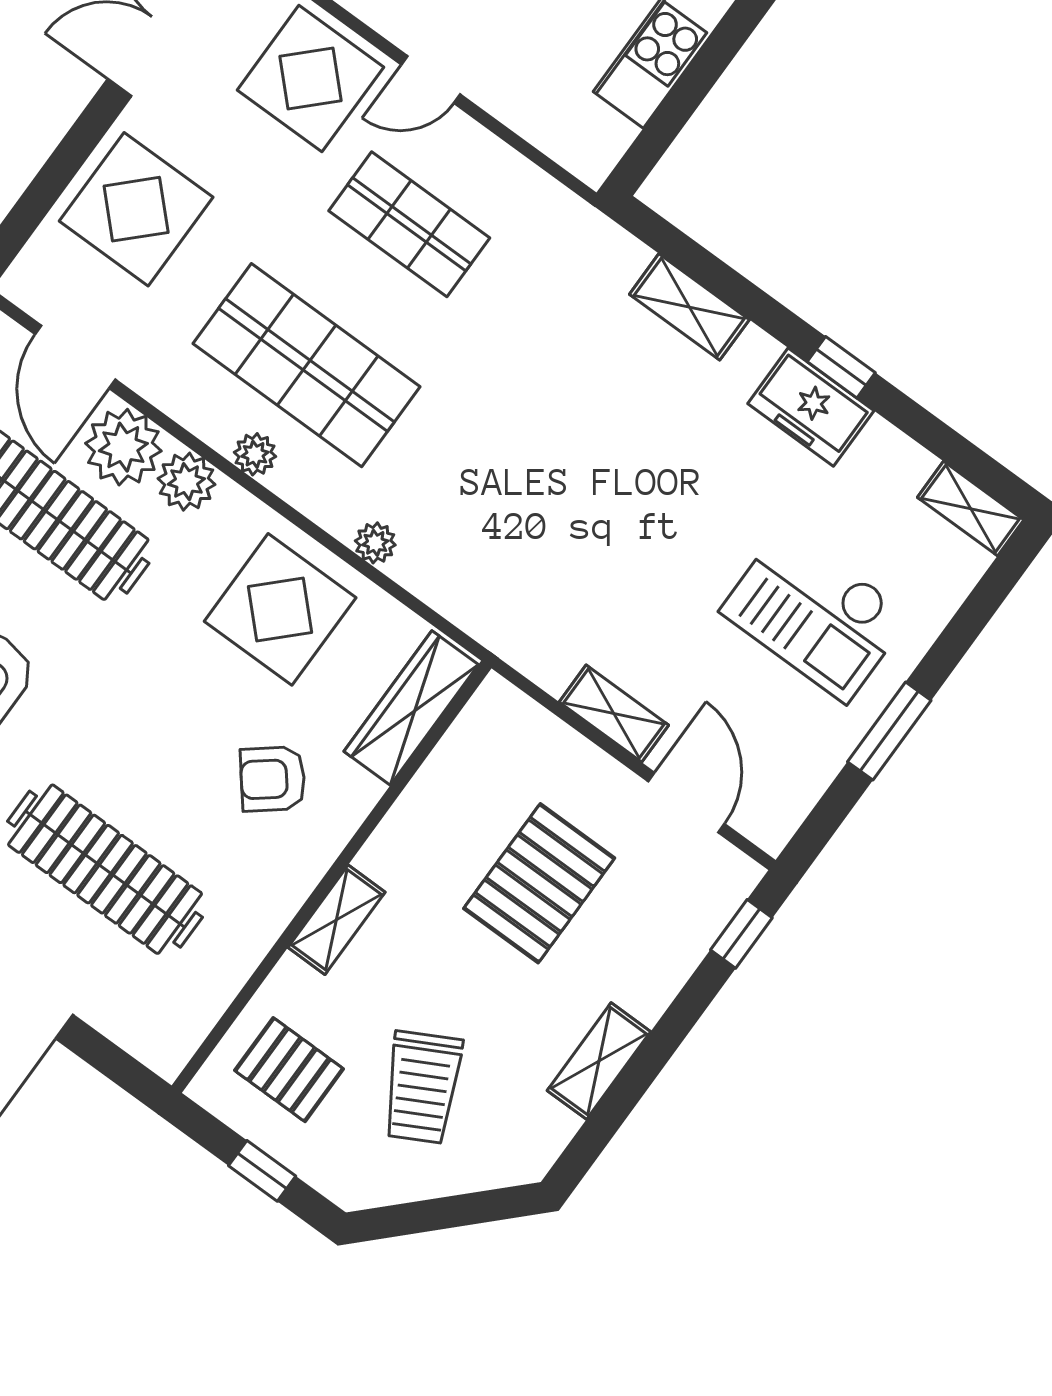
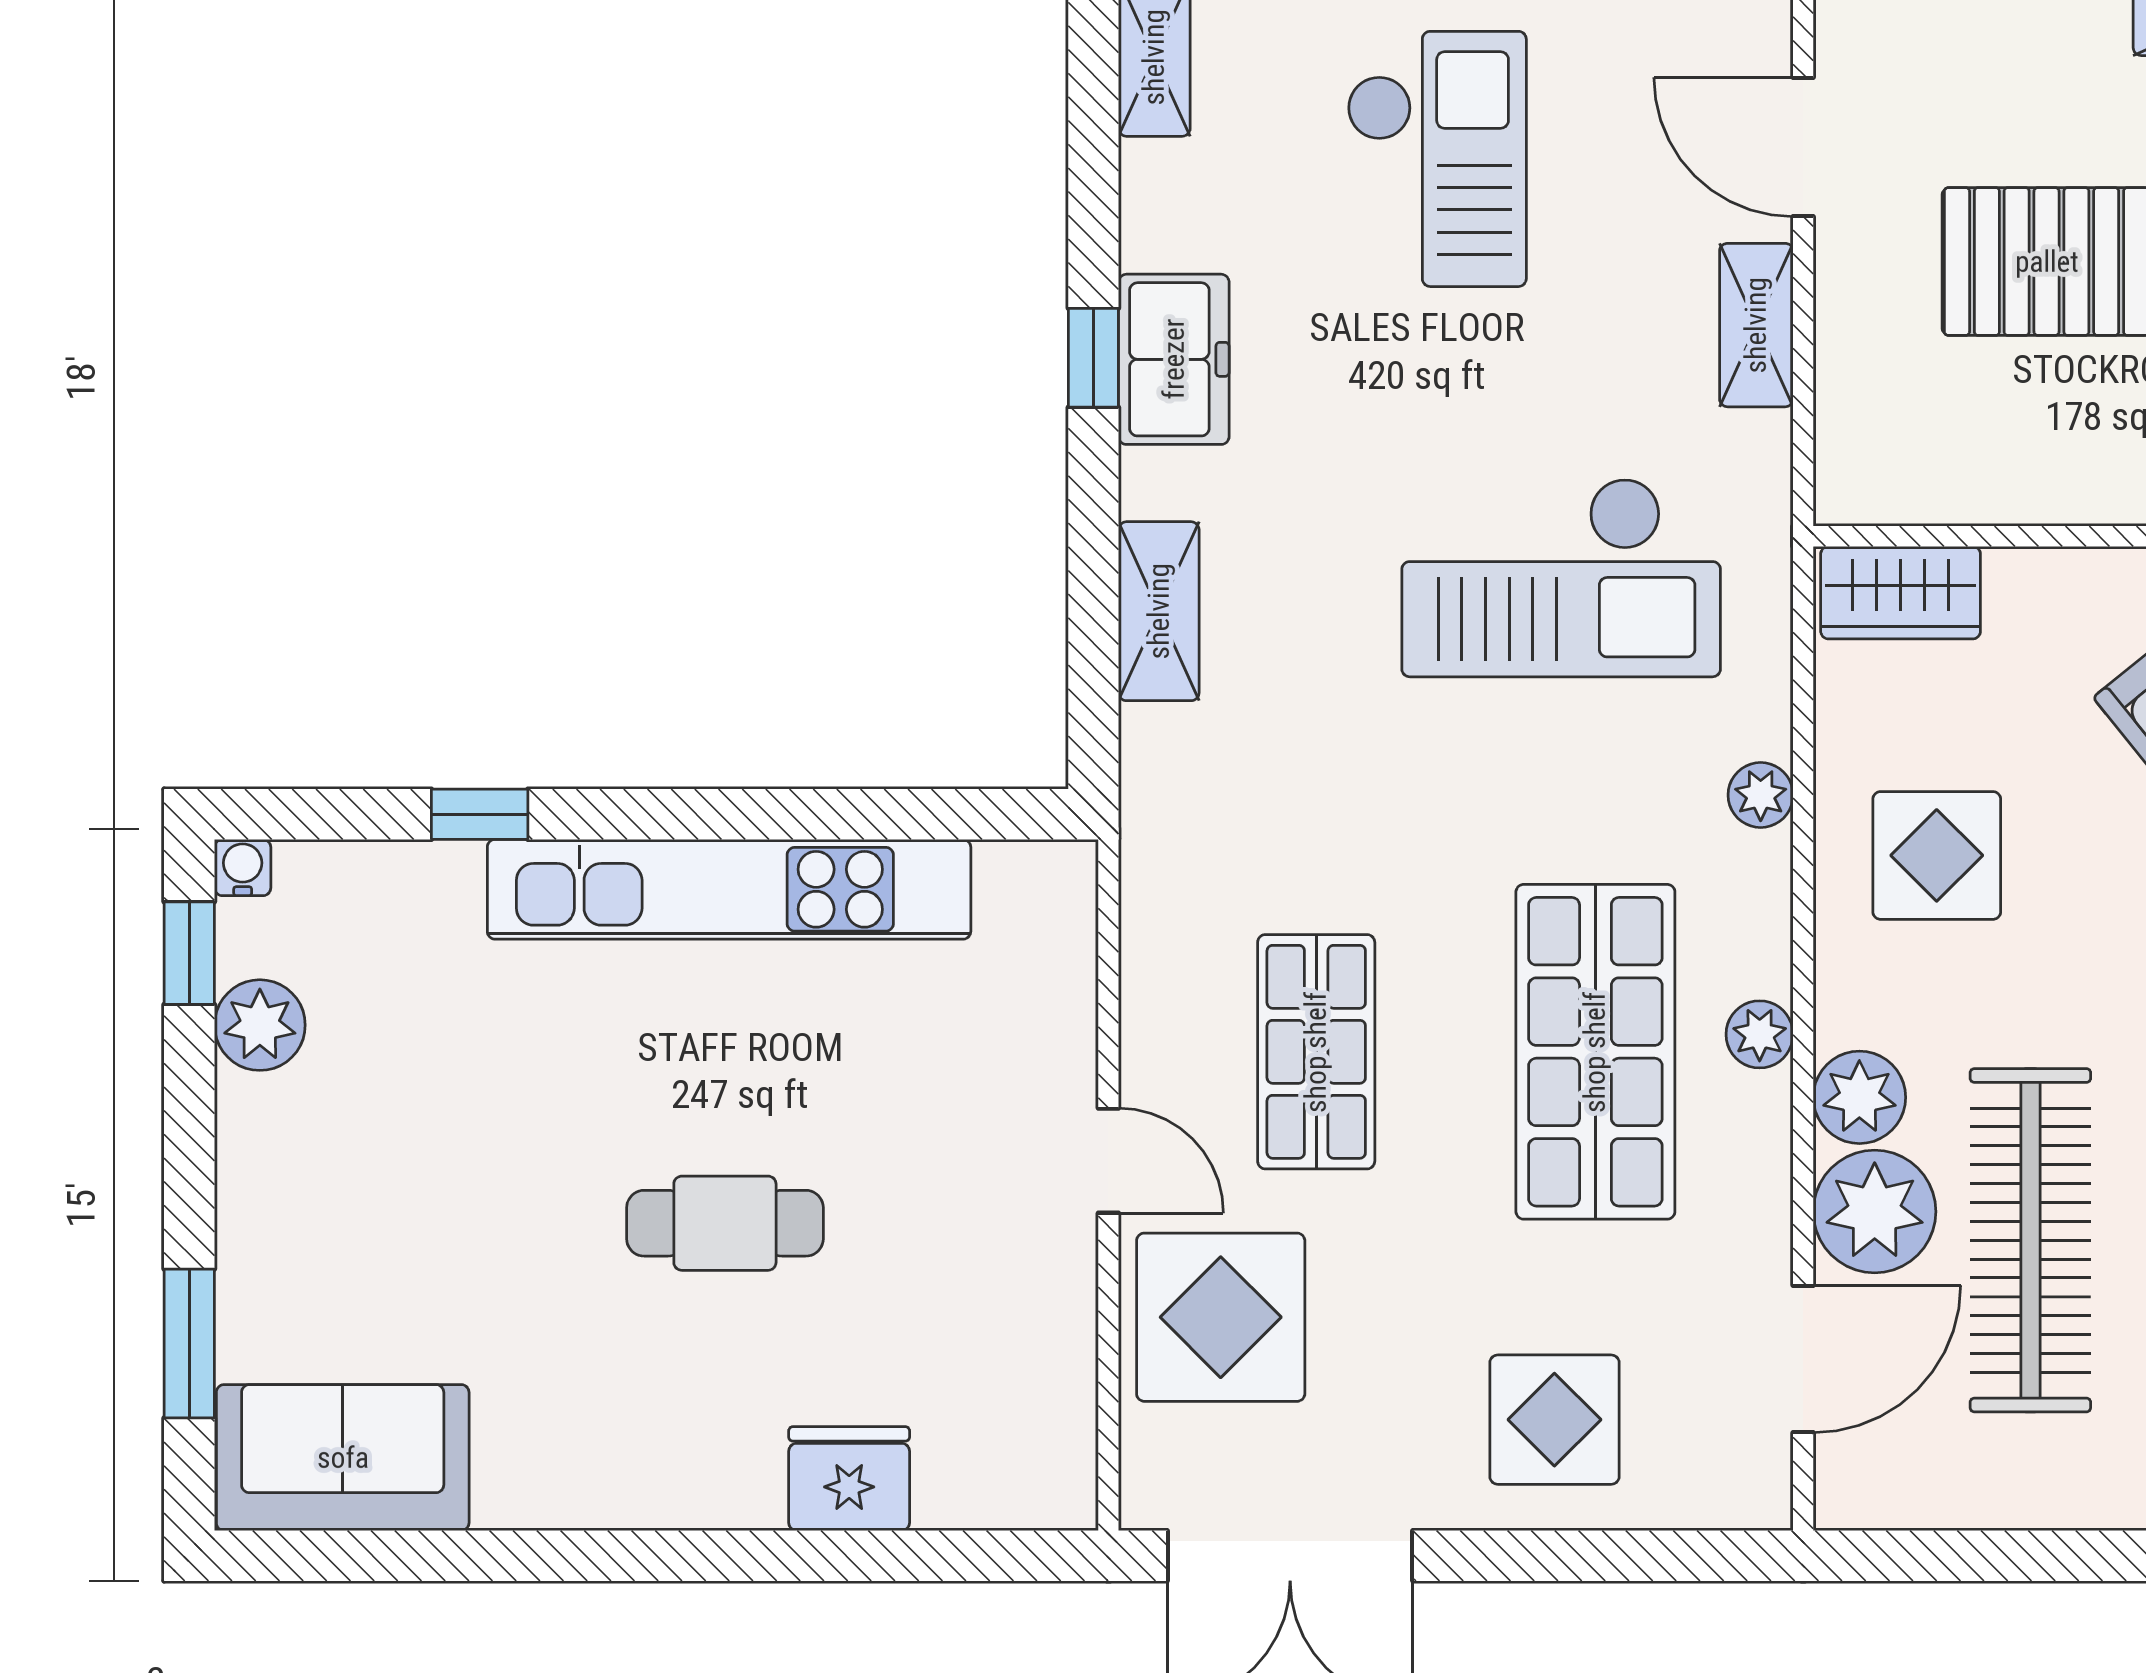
display table: (136, 209) -> (1554, 1420), width x0.73, depth x0.73
checkout: (558, 522) -> (1561, 577), added
display table: (280, 609) -> (1937, 855), width x0.73, depth x0.73
wardrobe: (411, 708) -> (1901, 593), width x0.67
door: (686, 803) -> (1803, 147), hinge flipped

